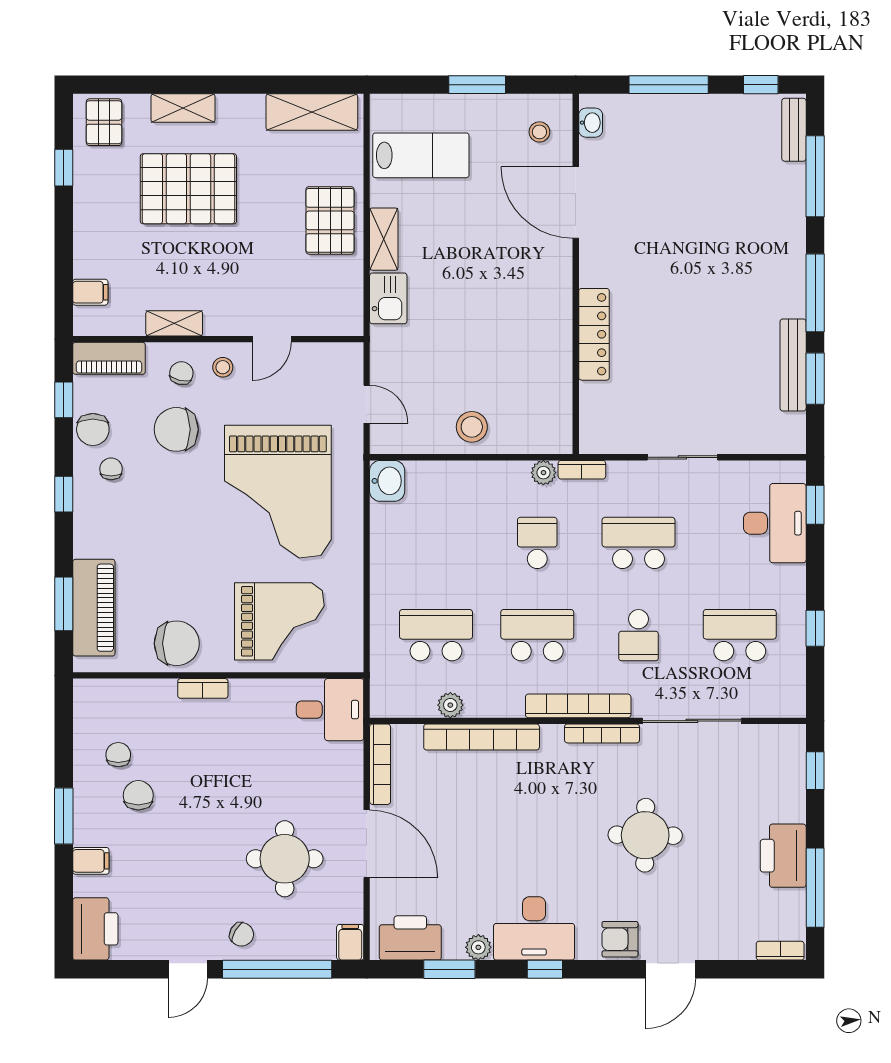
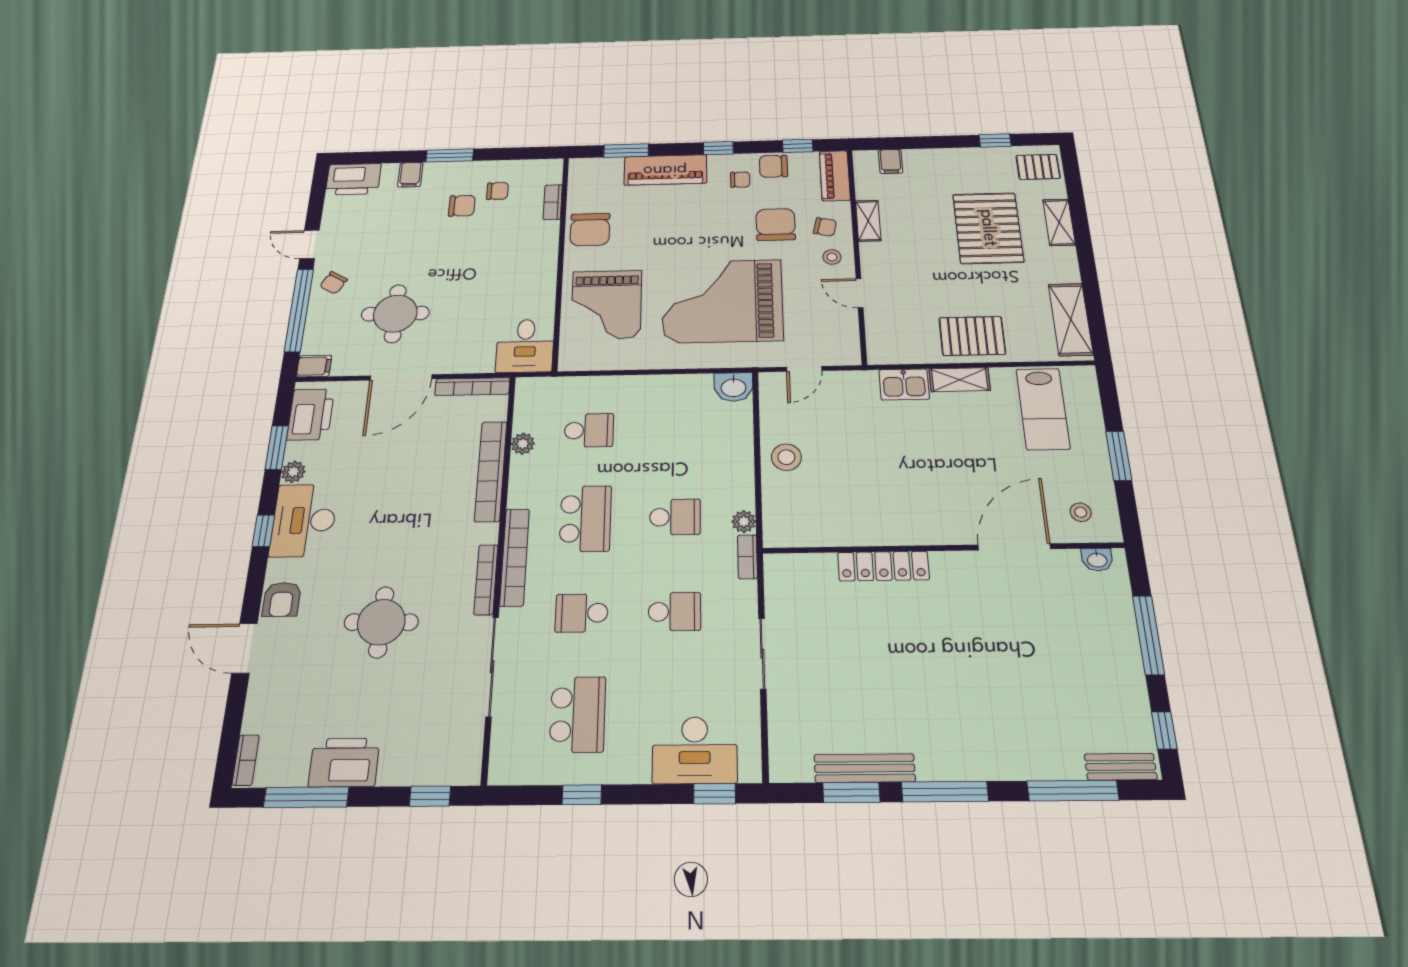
school desk: (638, 543) -> (674, 612), width x0.54
piano: (94, 608) -> (665, 170), moved
school desk: (436, 635) -> (589, 430), width x0.54
bookcase: (203, 688) -> (553, 202), moved
armchair: (620, 939) -> (282, 599), turned 180

